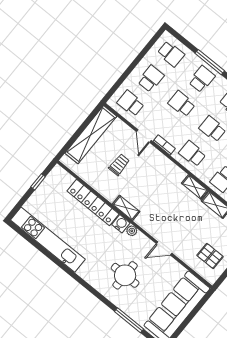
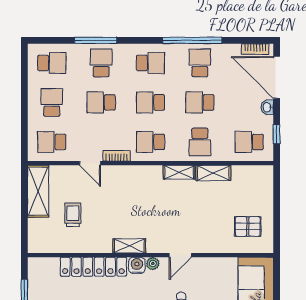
shelving: (91, 135) -> (38, 191), width x0.68
trolley: (119, 165) -> (73, 215), moved
door: (164, 248) -> (180, 255), moved

